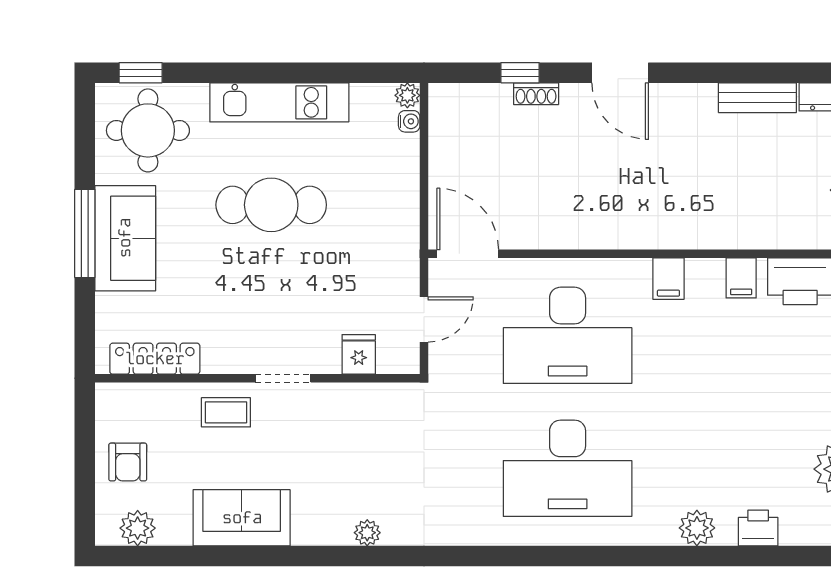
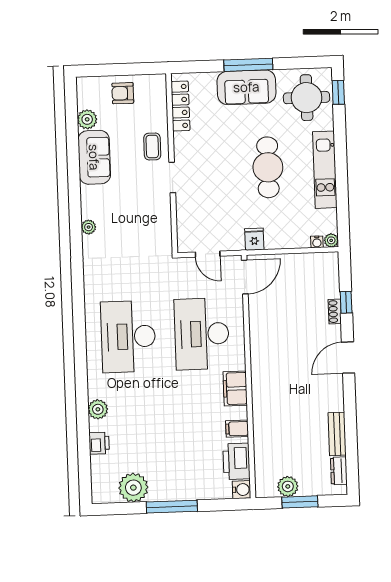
filing cabinet: (668, 279) -> (235, 388), width x2.00
fridge: (359, 354) -> (254, 239), moved, turned -90
plant: (138, 528) -> (87, 119), moved

